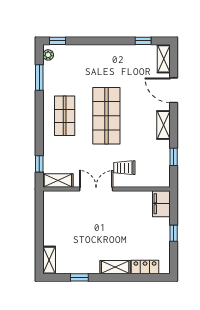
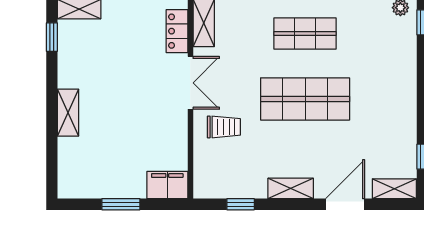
trolley: (124, 168) -> (224, 127), turned 90
window: (174, 233) -> (121, 204), width x1.50
locker: (145, 267) -> (177, 31), moved, turned 180
window: (79, 277) -> (52, 37), moved

